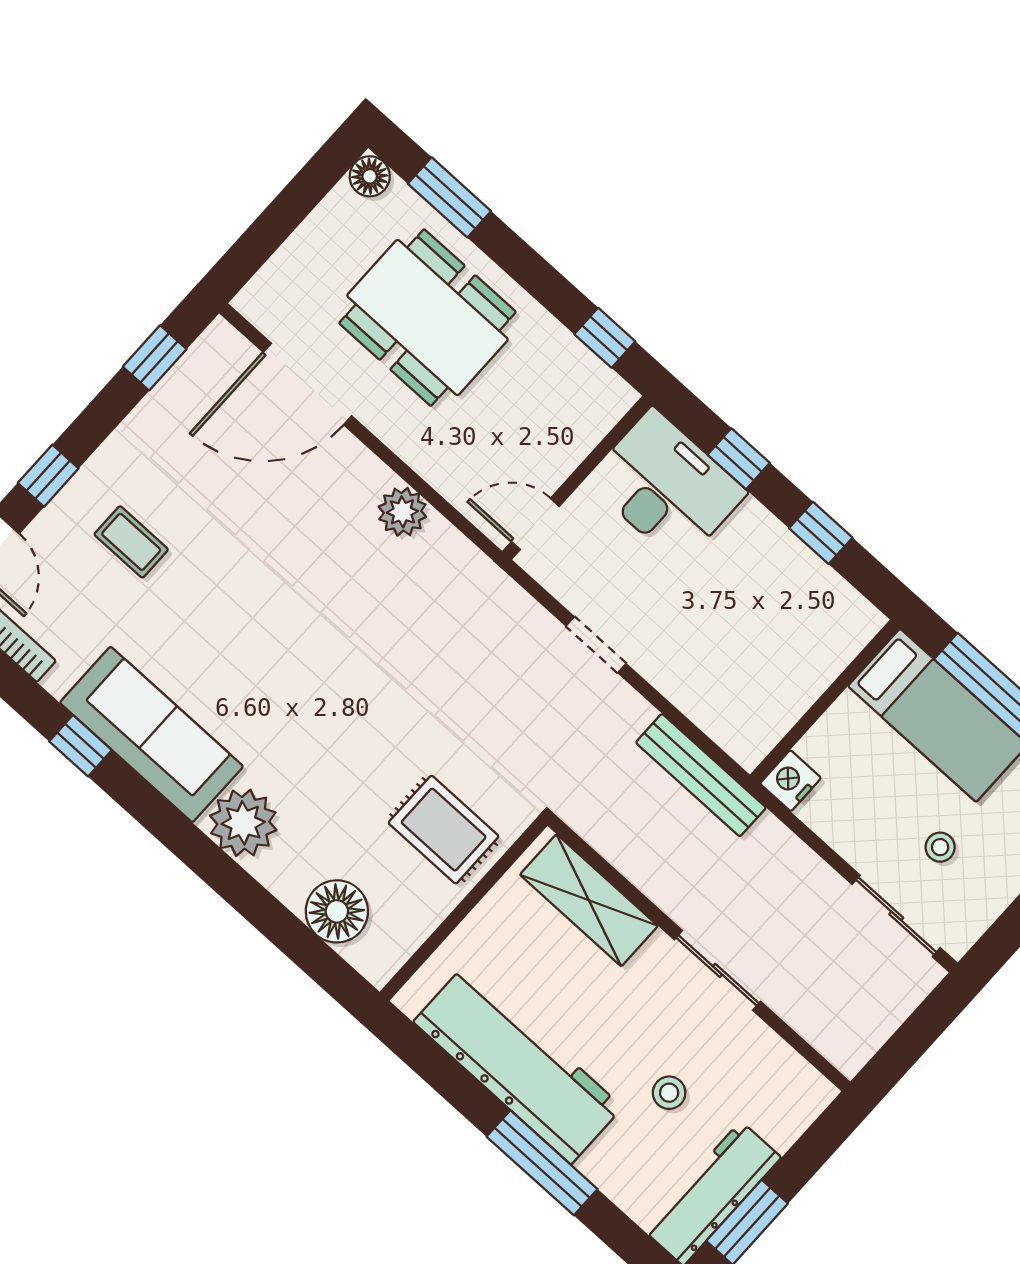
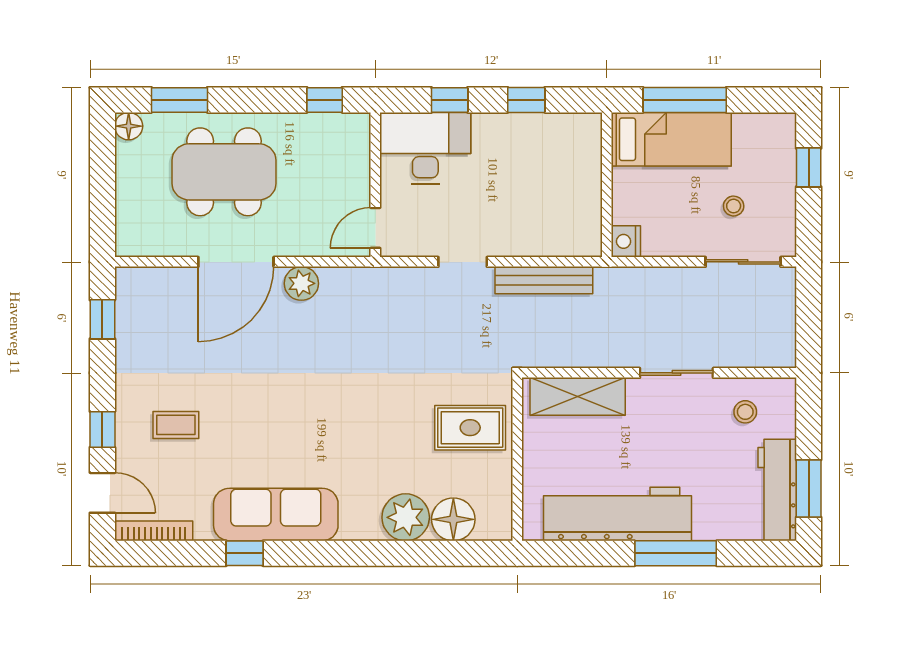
door: (307, 384) -> (236, 262), moved
bench: (701, 775) -> (544, 280), moved
plant: (243, 823) -> (406, 517), moved
stool: (669, 1093) -> (745, 412), moved

